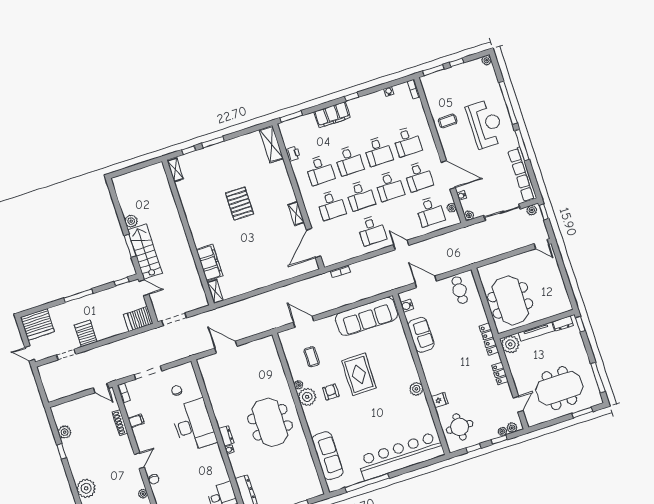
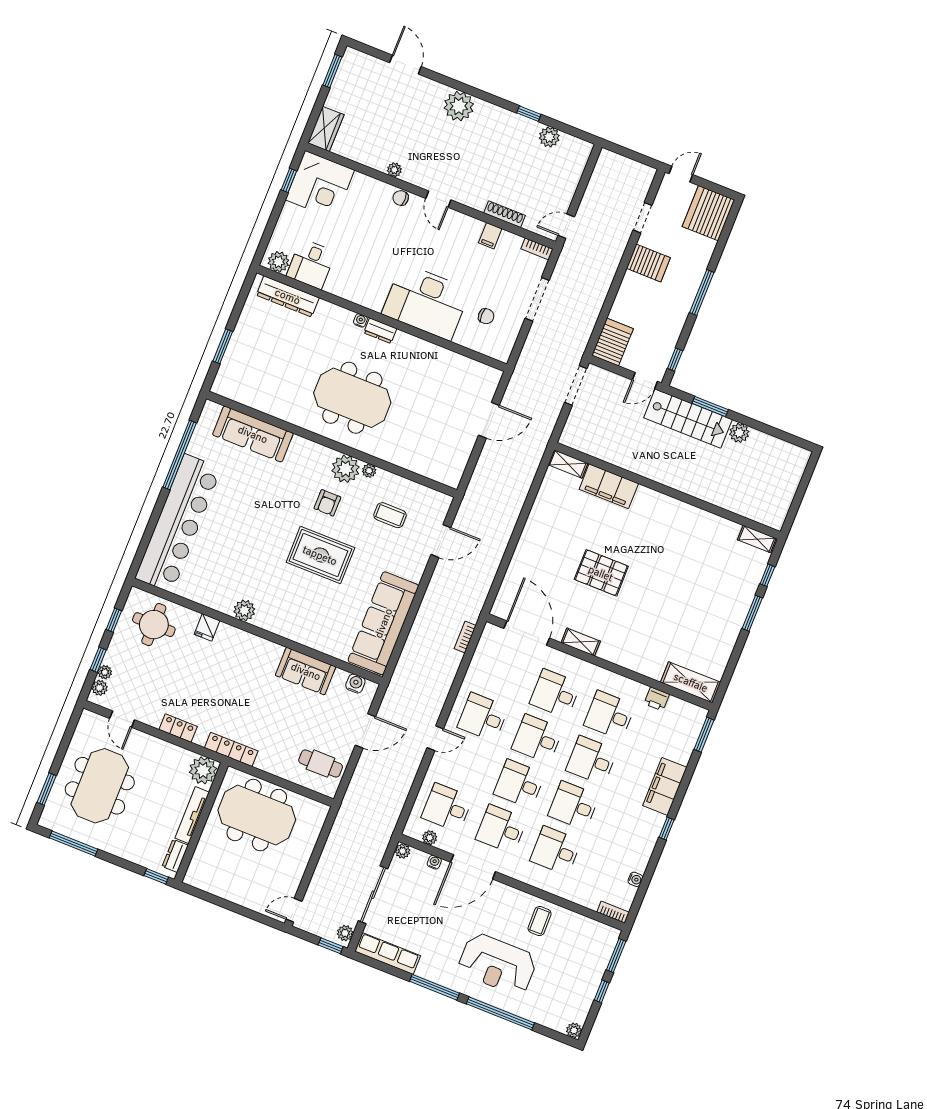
row of seats: (522, 174) -> (388, 953), width x0.73
pallet: (239, 204) -> (601, 573), moved
armchair: (331, 392) -> (327, 503), turned 90

